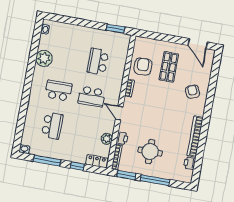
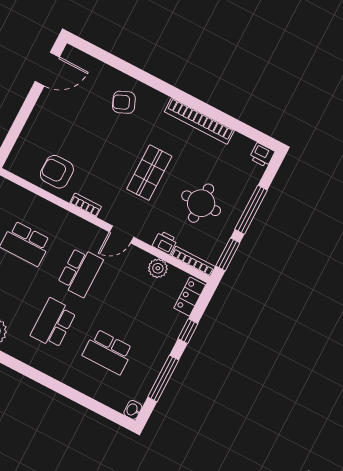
shop shelf: (169, 67) -> (149, 173), moved, turned 90
school desk: (52, 125) -> (108, 352), turned 180
printer: (190, 163) -> (262, 155), moved

